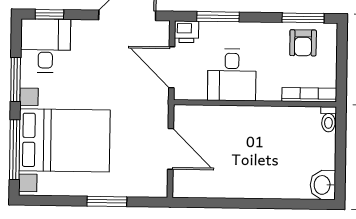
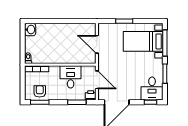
bed with nightstands: (65, 140) -> (143, 41), width x0.73

